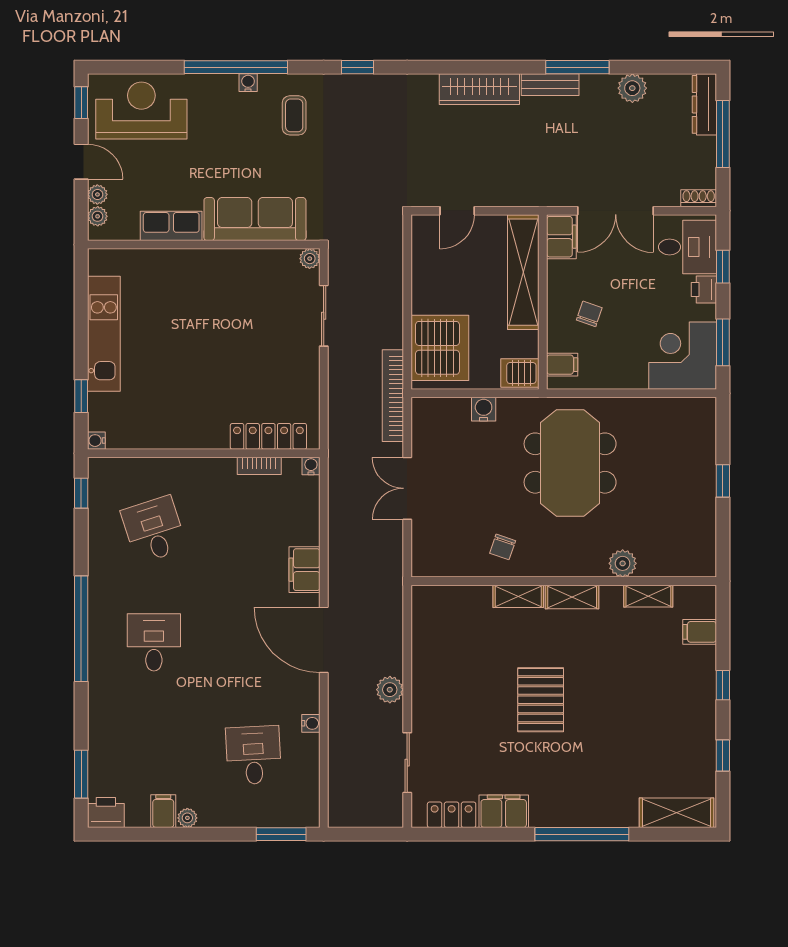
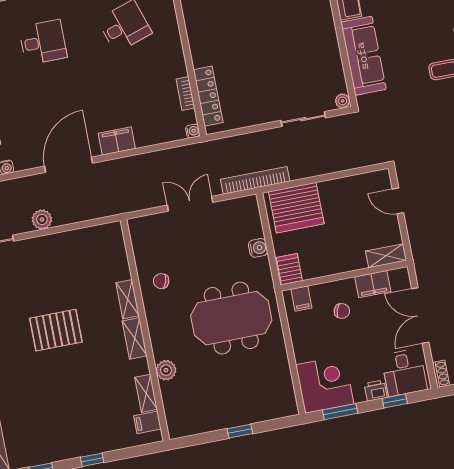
filing cabinet: (561, 237) -> (373, 284), moved
shelving: (523, 272) -> (386, 256), width x0.45, depth x0.75
filing cabinet: (700, 632) -> (147, 422), moved, turned -90

